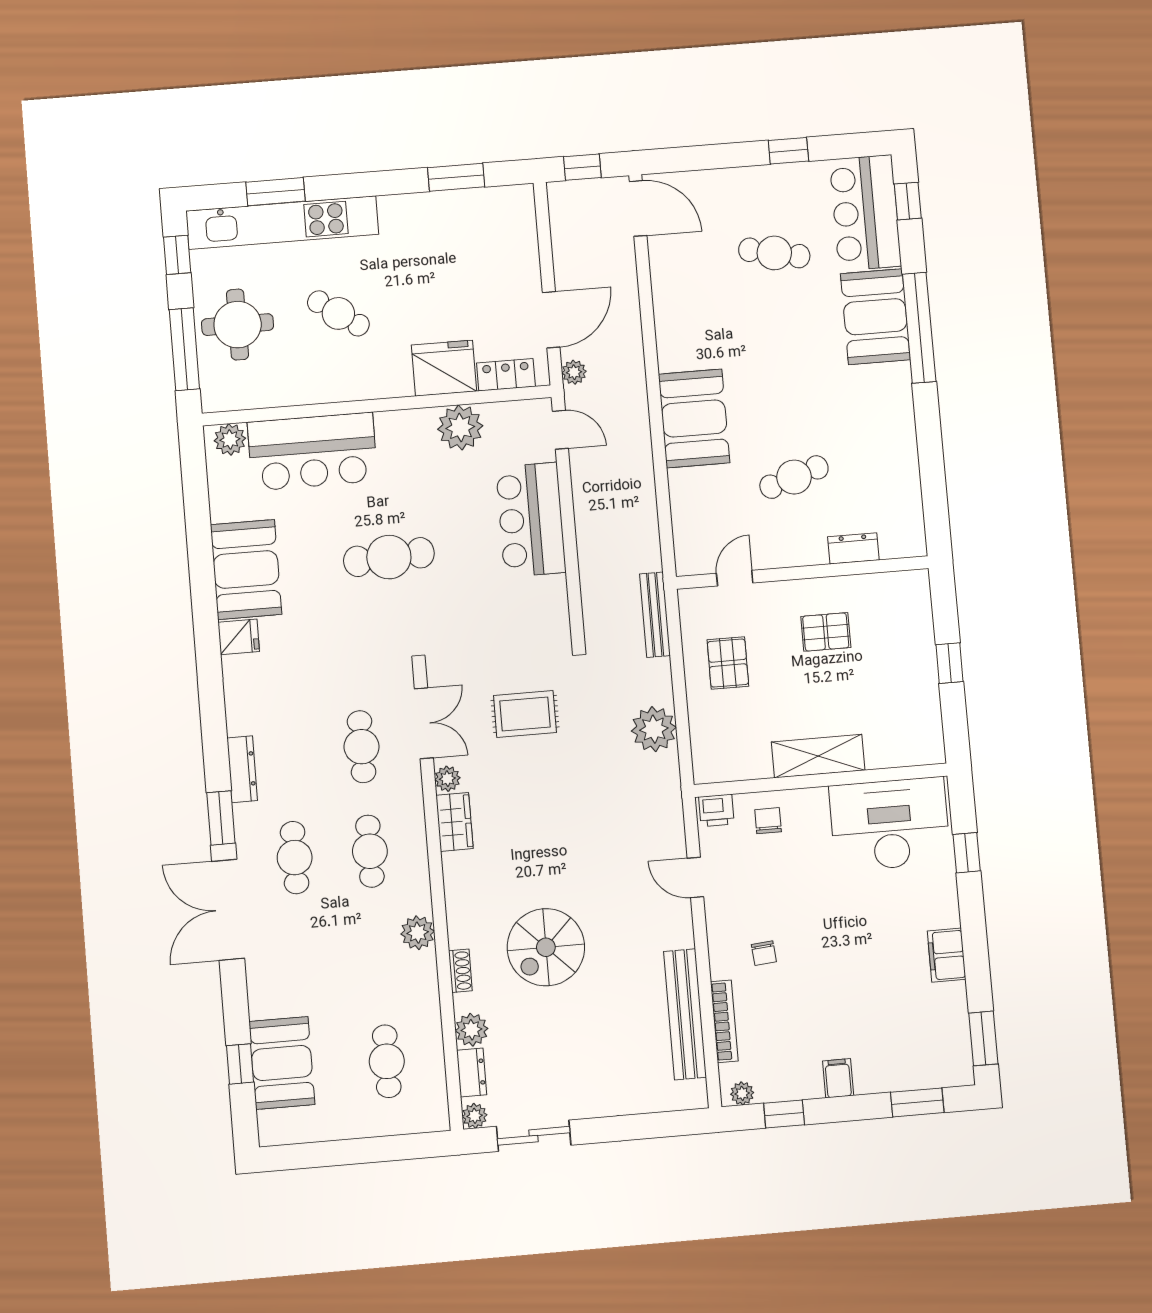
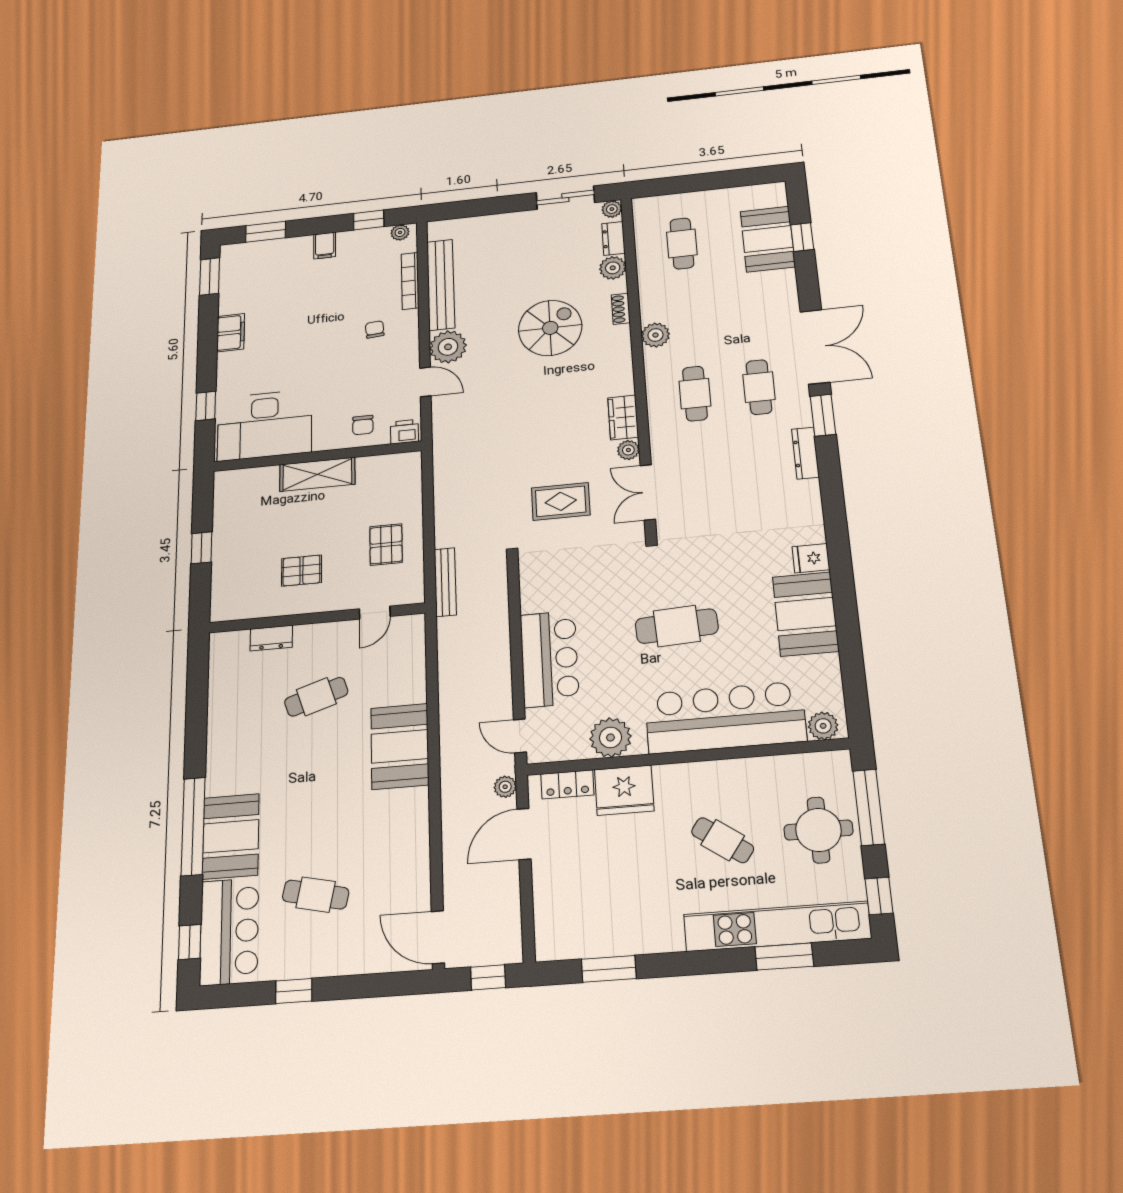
bar counter: (312, 451) -> (725, 718), width x1.36
plant: (654, 729) -> (448, 347), moved
cafe table: (362, 747) -> (702, 473), removed

